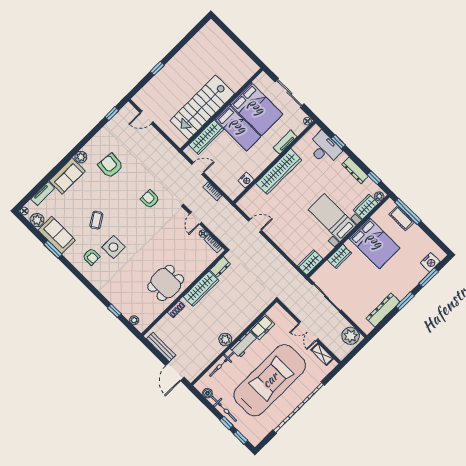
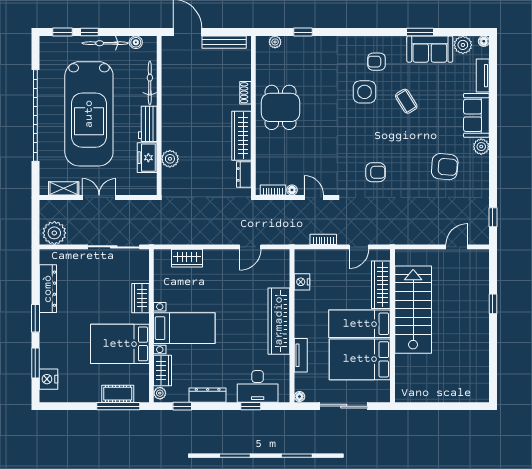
wardrobe: (310, 262) -> (187, 258), moved, turned 90
plant: (225, 339) -> (170, 159), moved

